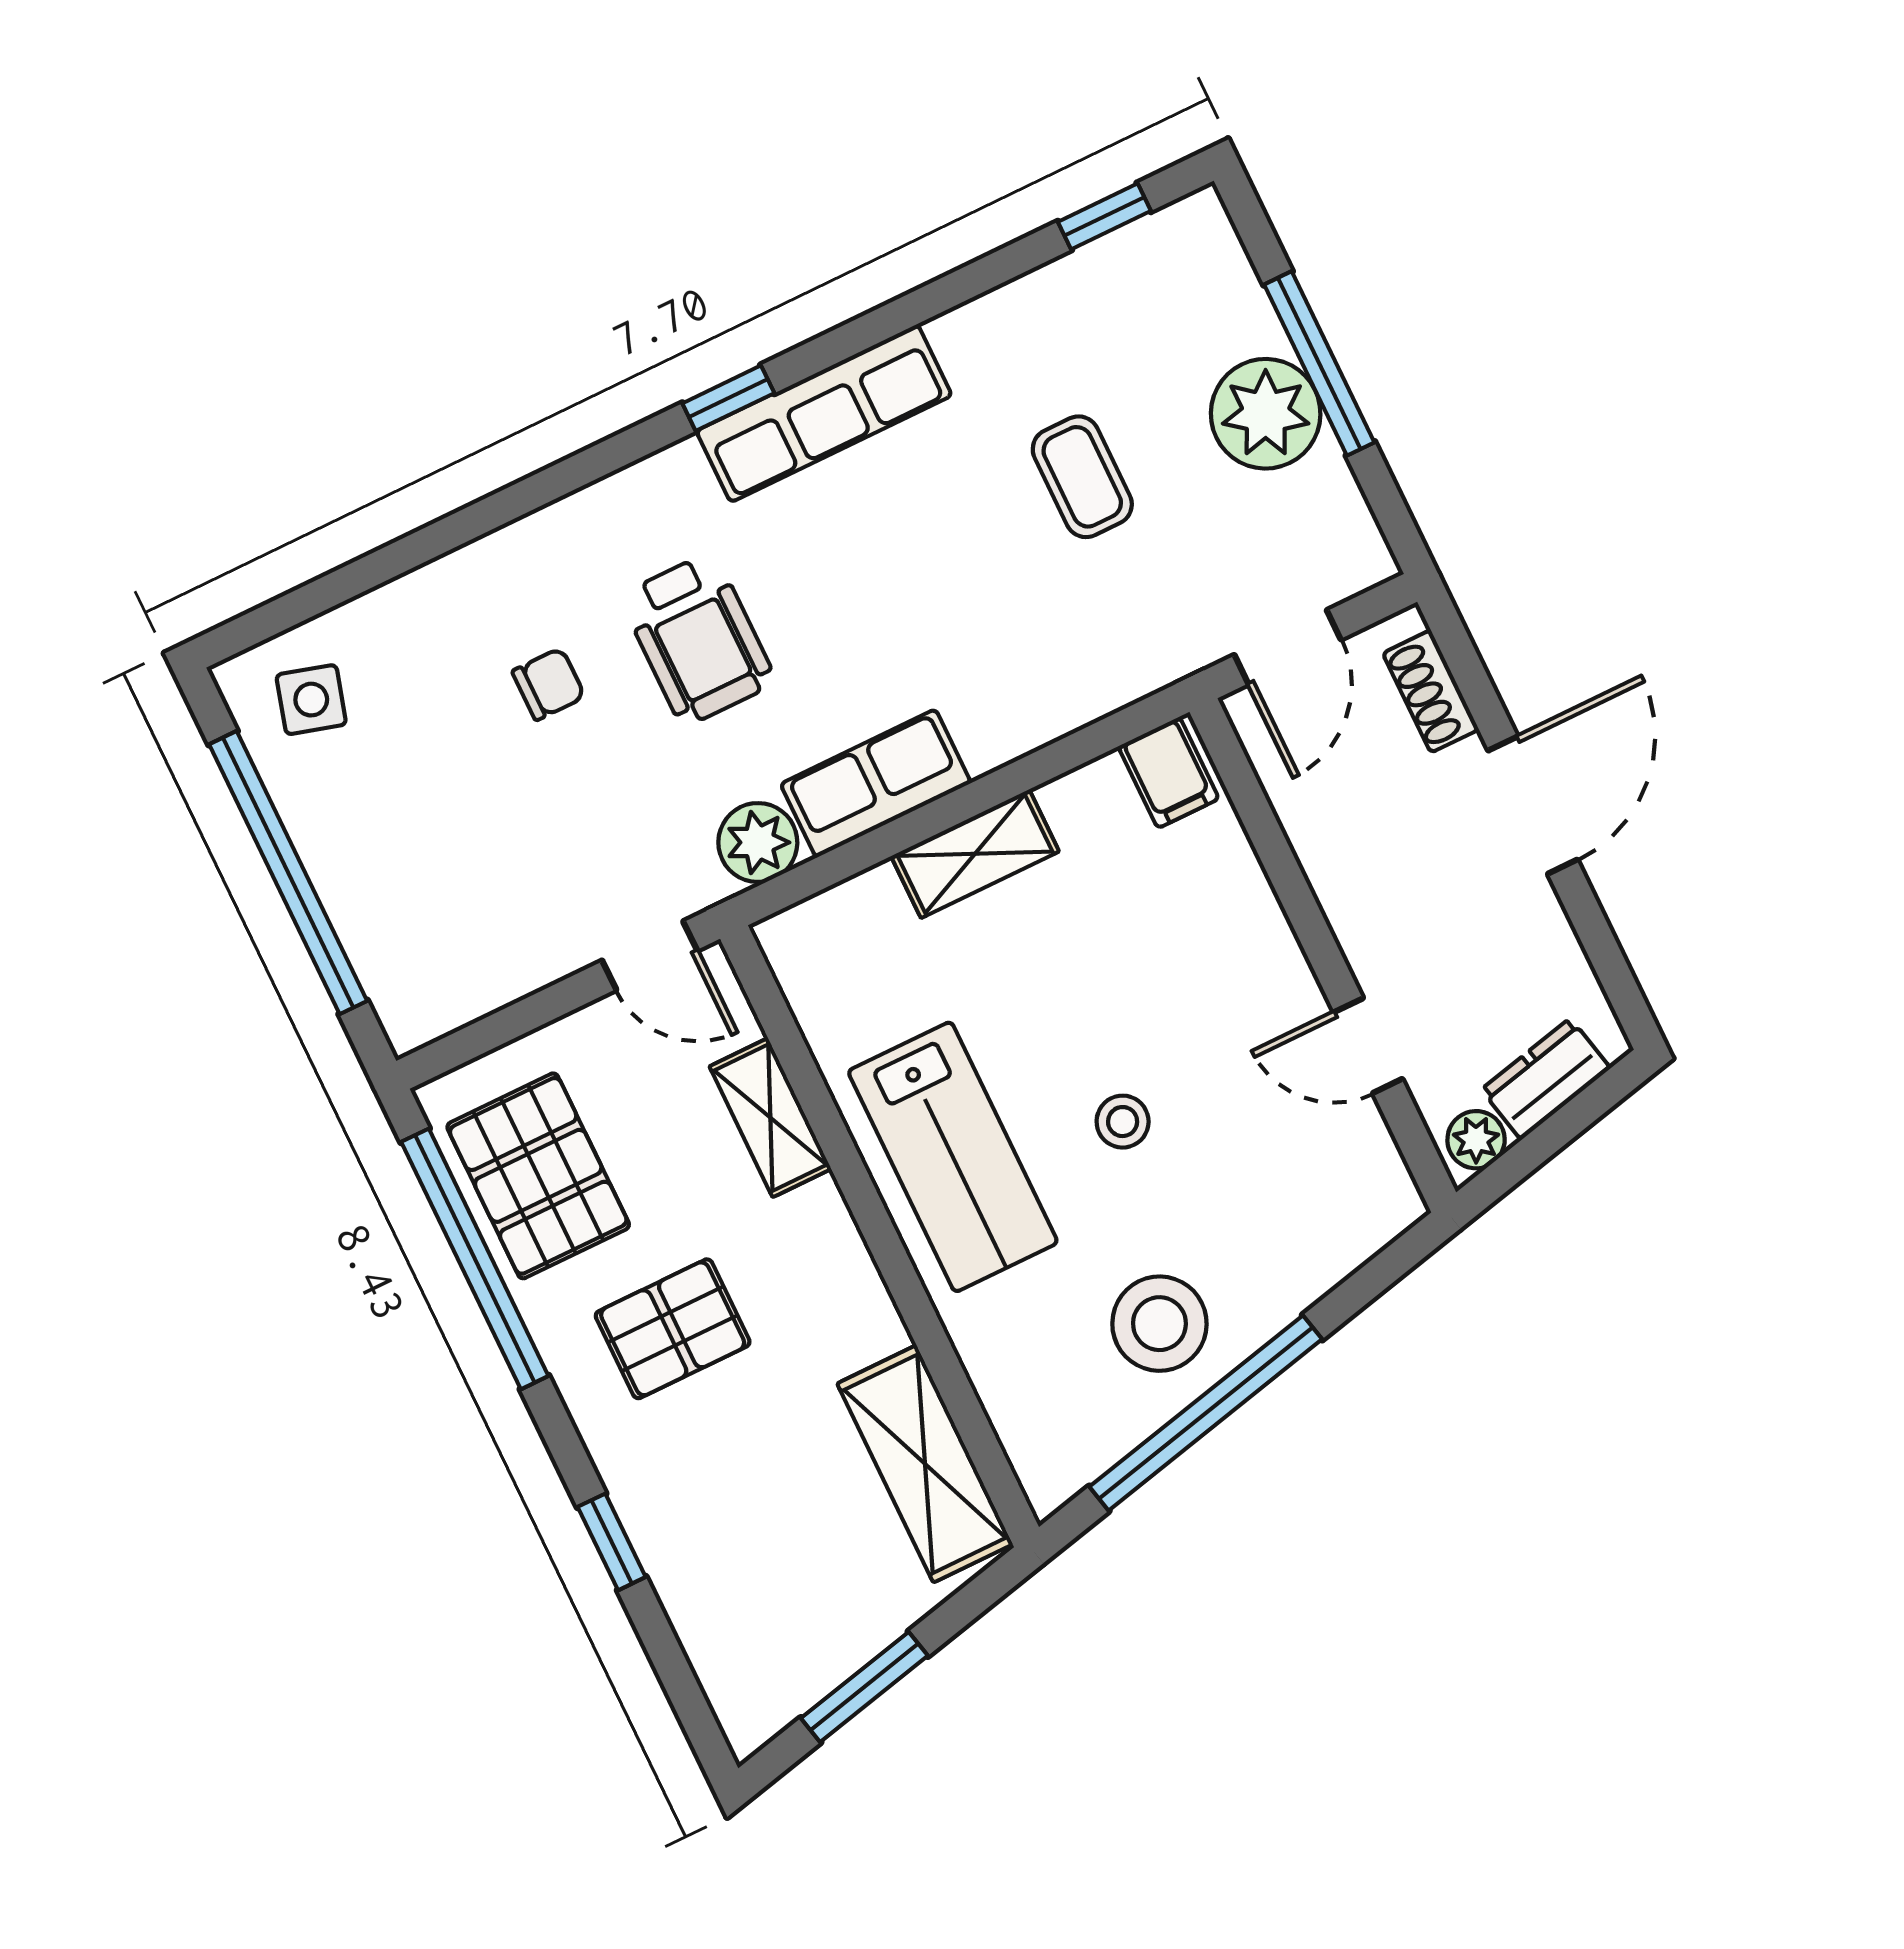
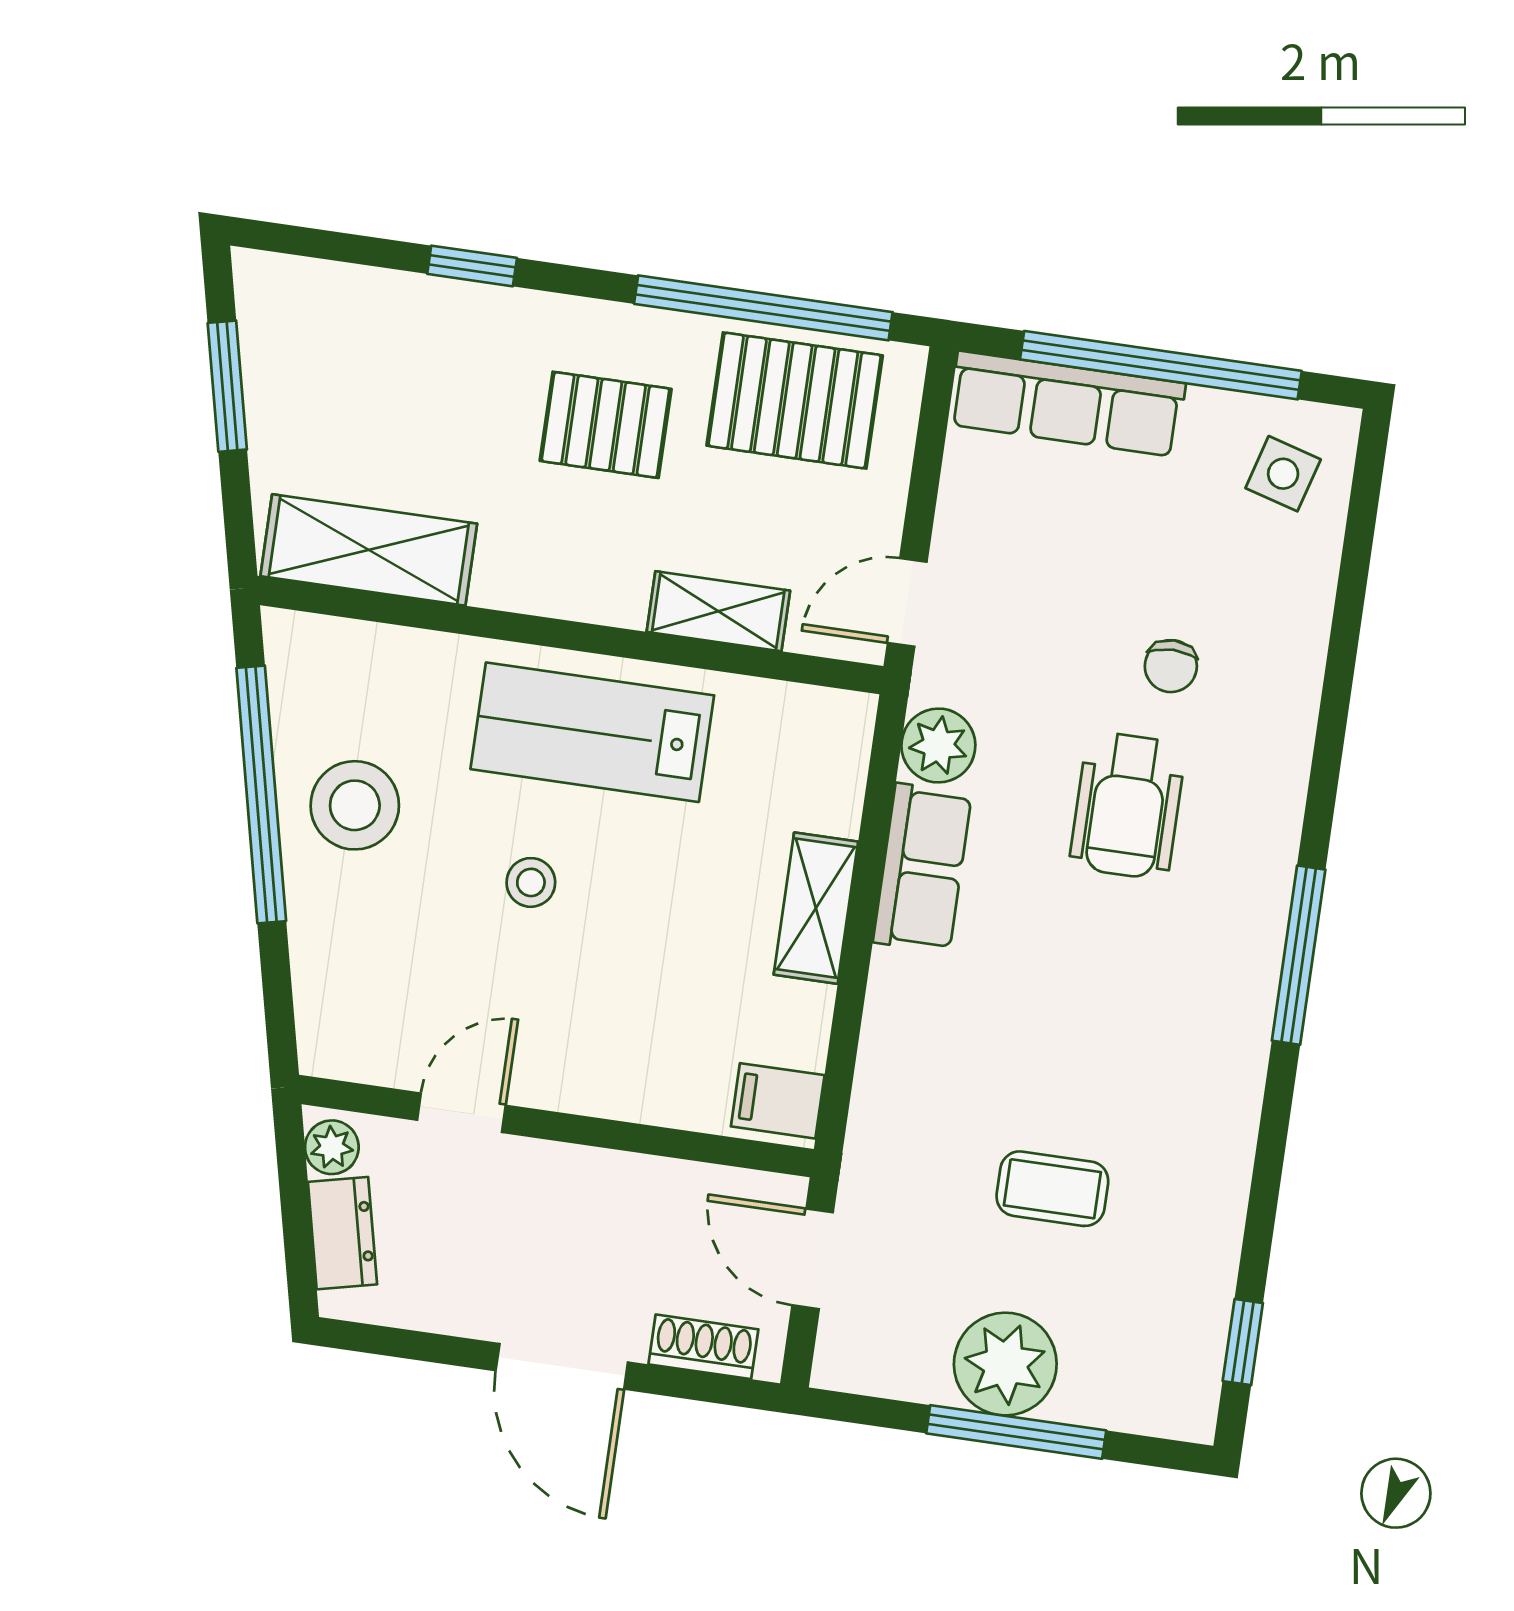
window: (728, 398) -> (1299, 955), width x2.17
row of seats: (824, 413) -> (1067, 404), moved, turned -90
wheelchair: (698, 639) -> (1128, 805), turned -90
pallet: (673, 1329) -> (606, 425), turned 90

